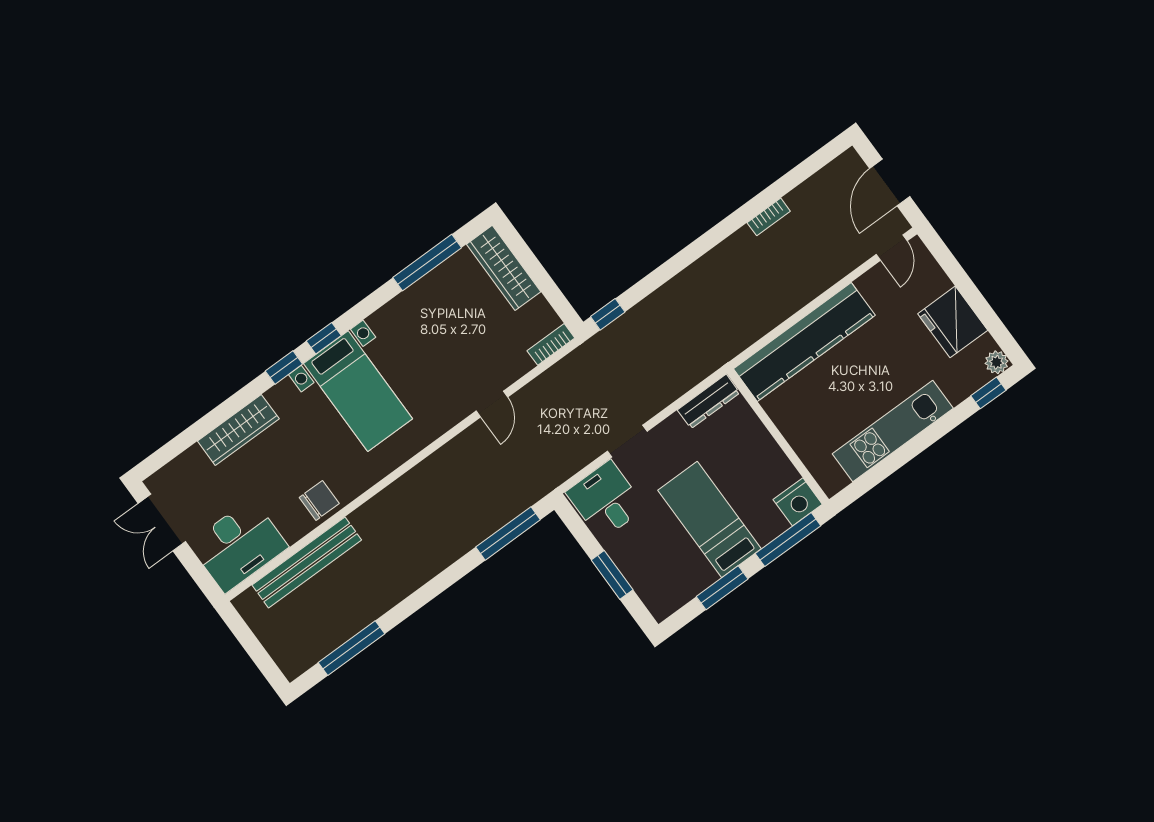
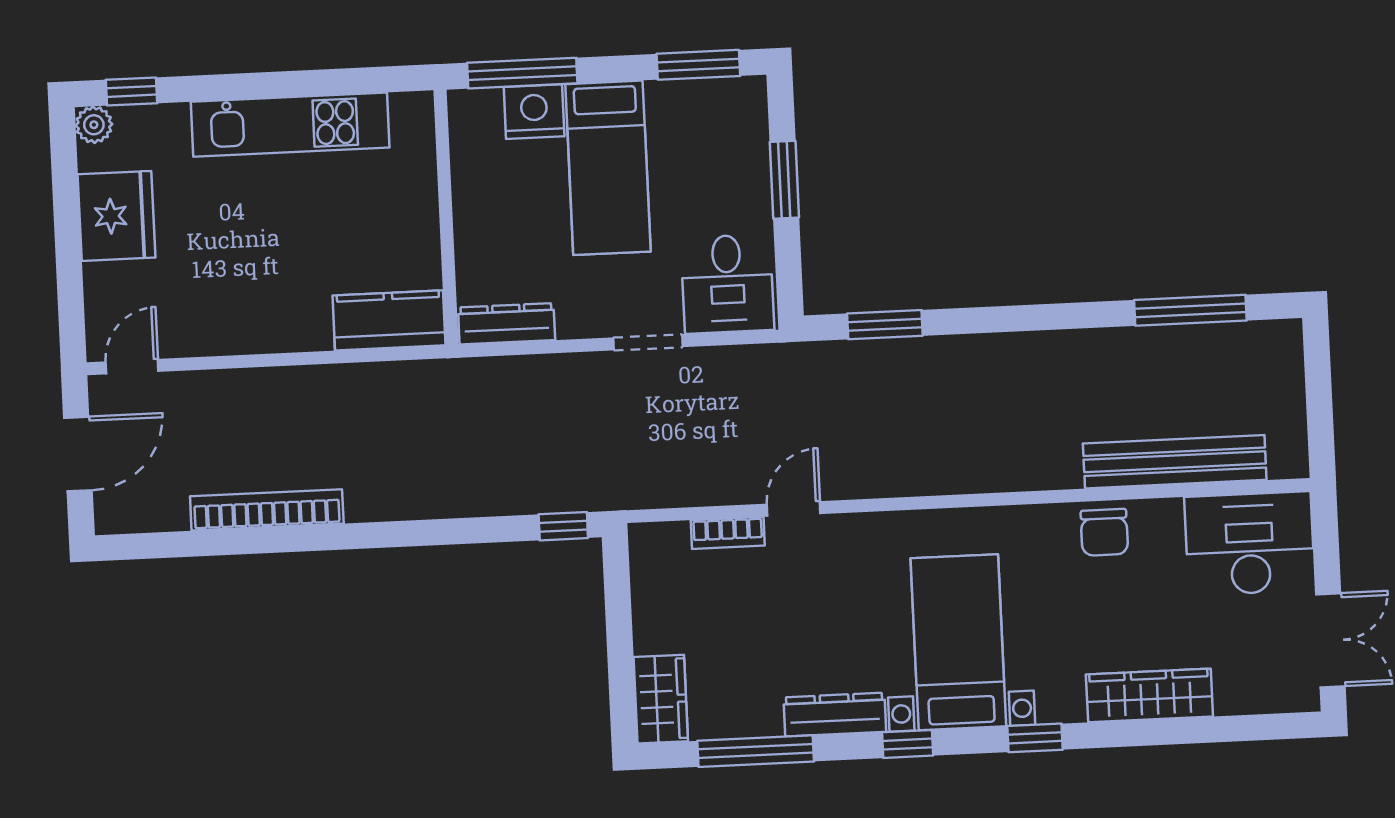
bookcase: (769, 217) -> (267, 510), width x2.31, depth x1.31
wardrobe: (504, 268) -> (661, 699), width x0.67
dresser: (398, 310) -> (835, 715), added
window: (324, 338) -> (908, 744), moved
kitchen counter: (804, 342) -> (389, 320), width x0.48, depth x0.86
bookcase: (551, 344) -> (728, 533), moved
chair: (319, 500) -> (1104, 532), turned -90
nightstand: (798, 502) -> (534, 112), moved
window: (508, 533) -> (885, 325), width x0.69
window: (722, 588) -> (698, 65), moved

